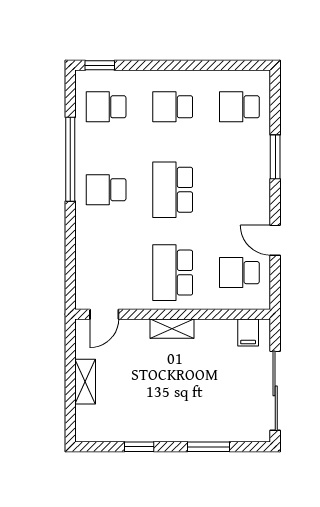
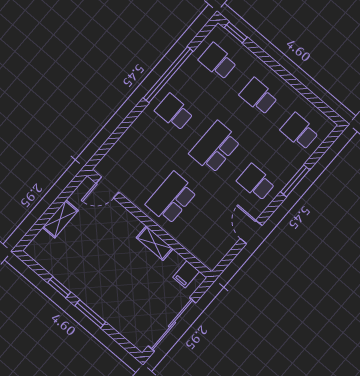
school desk: (239, 273) -> (256, 182), moved
shelving: (172, 329) -> (155, 243), moved
window: (209, 447) -> (90, 314), moved

